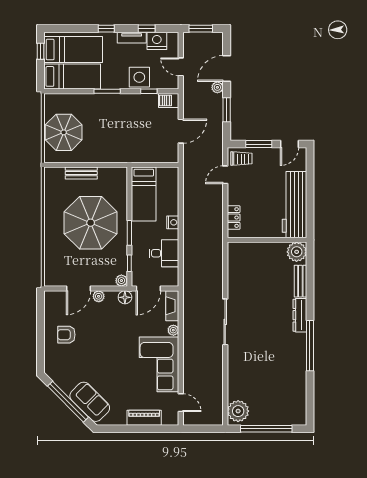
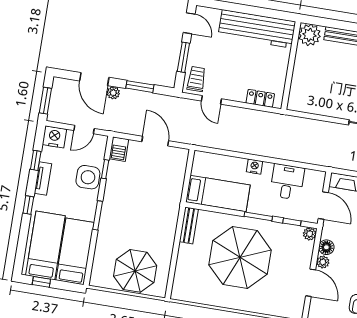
nightstand: (157, 41) -> (54, 137), moved, turned 90
bench: (81, 173) -> (189, 225), moved
floor lamp: (125, 297) -> (326, 247), moved

